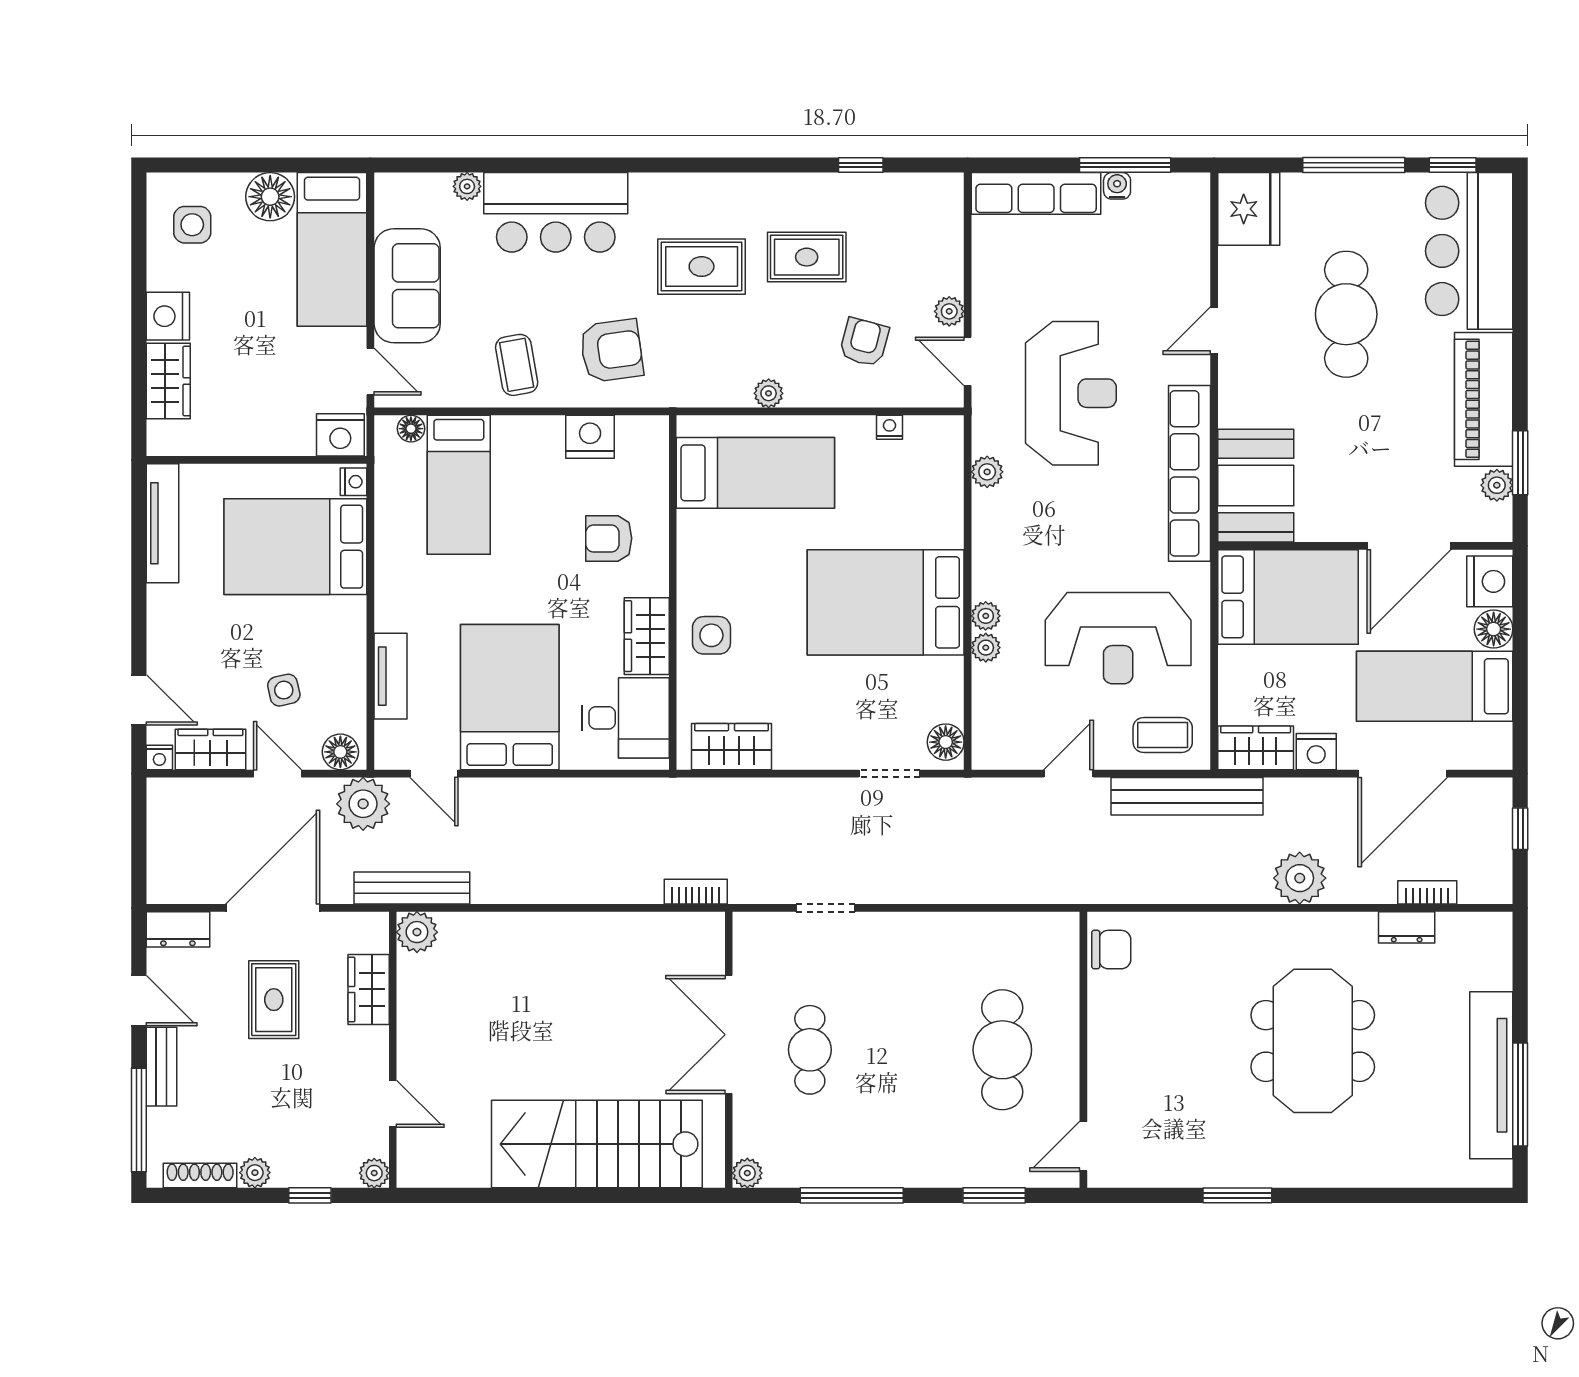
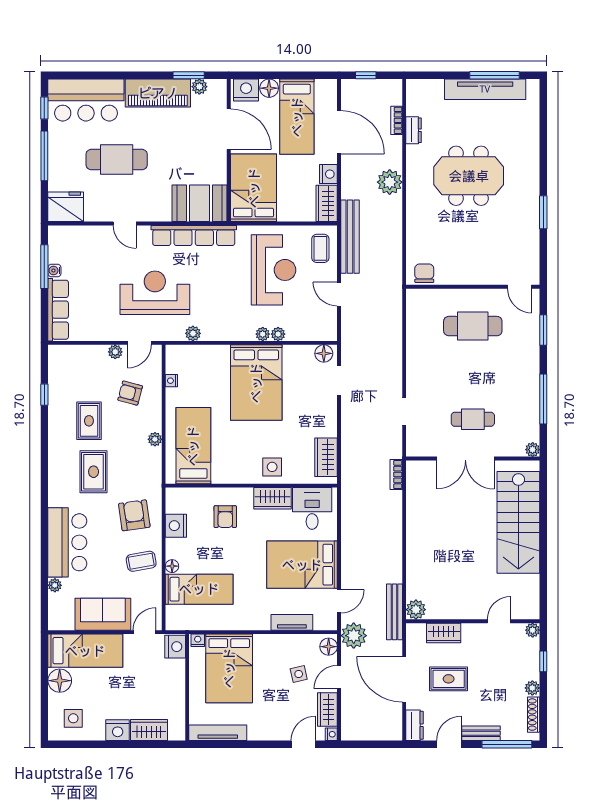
floor lamp: (411, 429) -> (172, 566), moved

